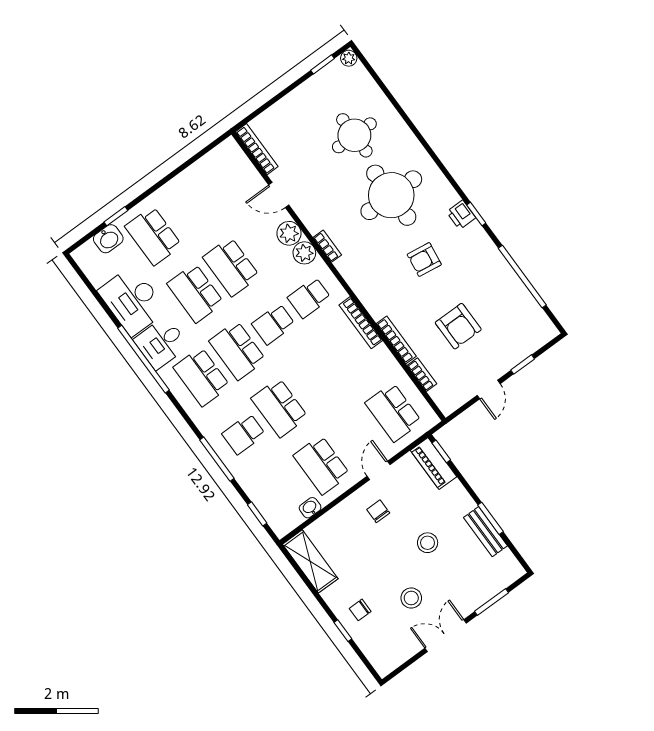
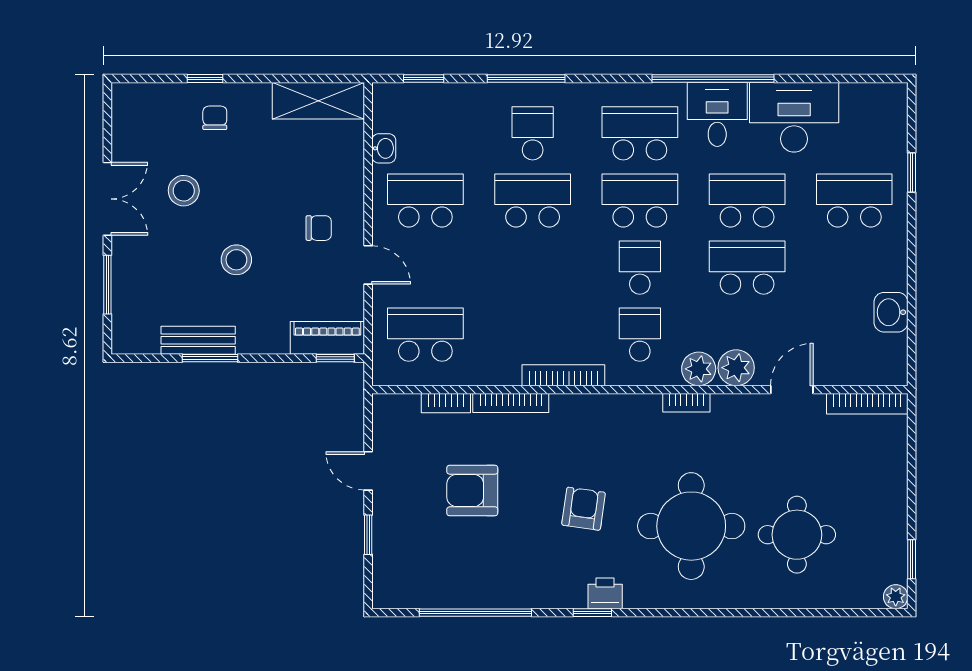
washbasin: (108, 239) -> (891, 312), moved

